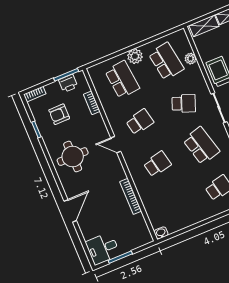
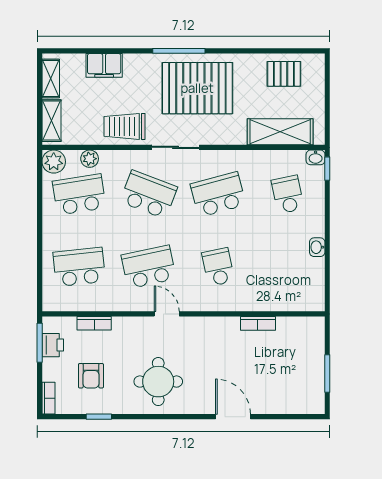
plant: (135, 56) -> (54, 162), moved
school desk: (184, 103) -> (149, 194), width x1.85
school desk: (140, 122) -> (149, 267), width x1.85
door: (116, 145) -> (167, 314), swing flipped
bookcase: (131, 196) -> (258, 323), width x0.64
washbasin: (161, 233) -> (317, 247), moved
desk: (103, 248) -> (305, 393), removed

